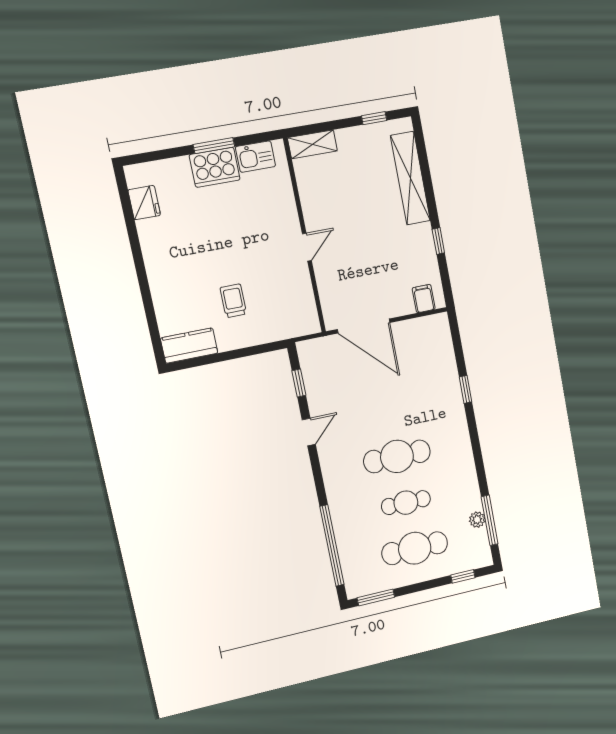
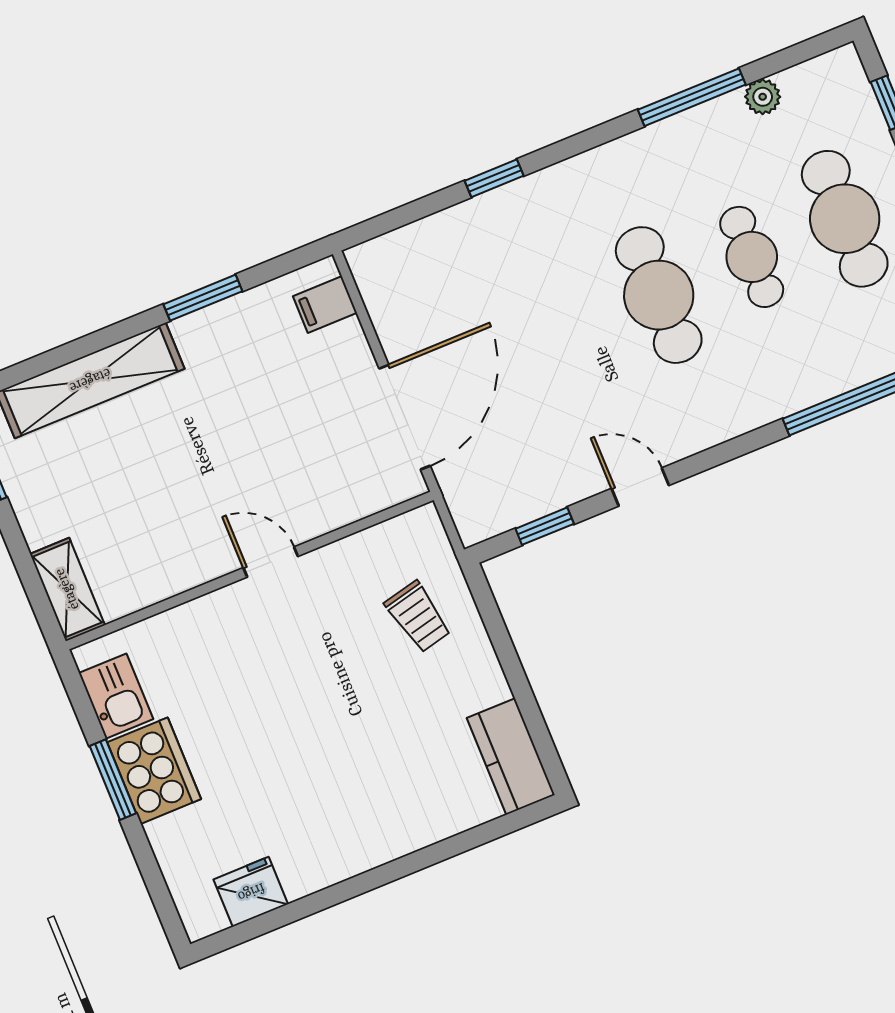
window: (438, 241) -> (203, 298), width x1.50
trolley: (233, 301) -> (418, 617), moved, turned -103
window: (490, 520) -> (692, 97), moved

